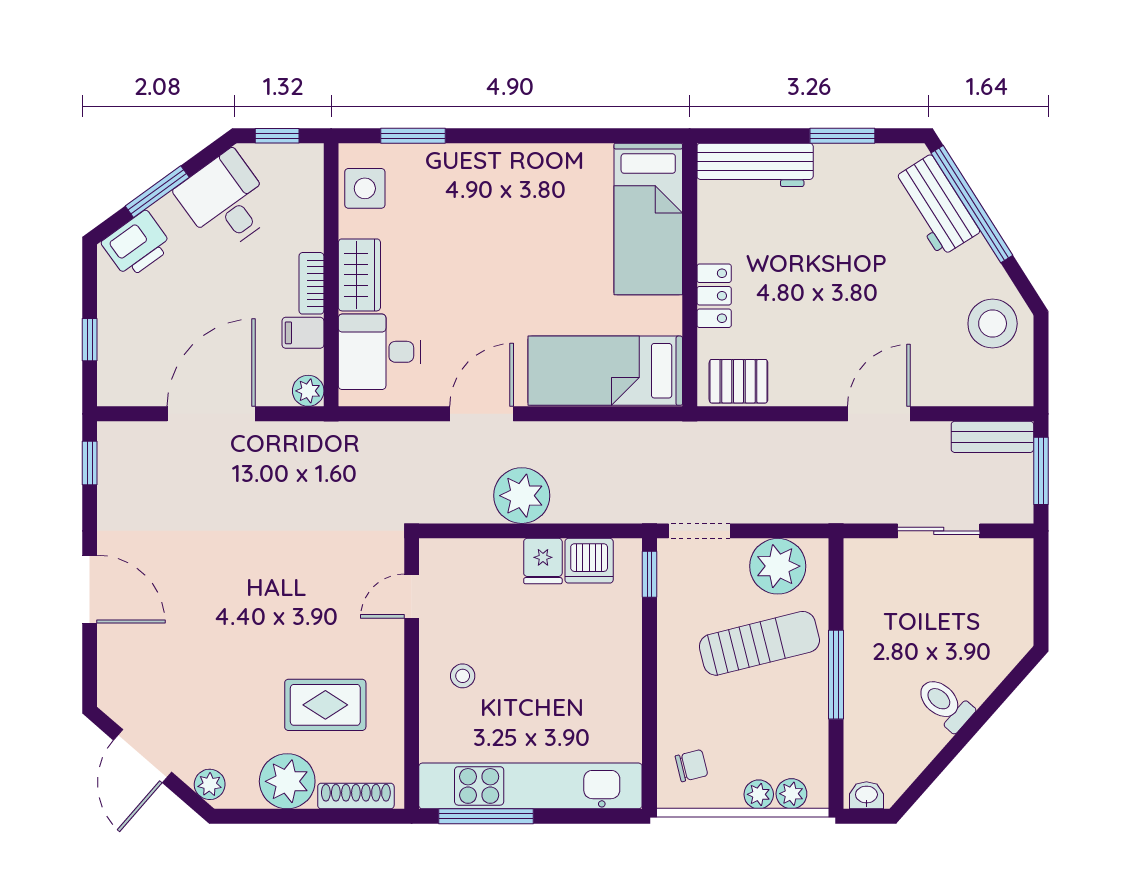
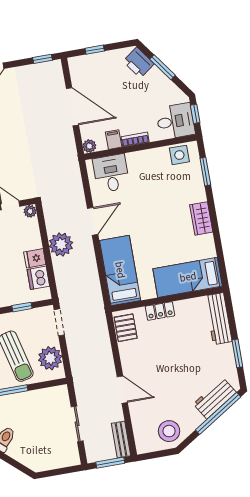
desk: (226, 201) -> (175, 121), moved, turned 36
wardrobe: (359, 275) -> (201, 218), moved, turned 90
door: (482, 414) -> (93, 221), hinge flipped
plant: (433, 553) -> (30, 211), added
window: (649, 574) -> (22, 307), moved

